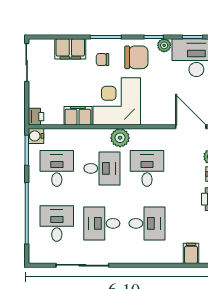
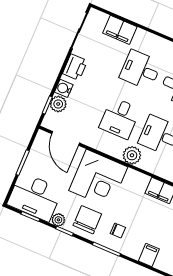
filing cabinet: (70, 49) -> (149, 255), width x0.50
chair: (136, 57) -> (87, 220), turned 90
corner desk: (117, 101) -> (98, 179), moved
filing cabinet: (191, 253) -> (120, 30), width x2.00

